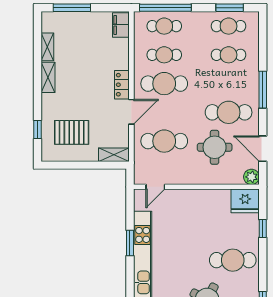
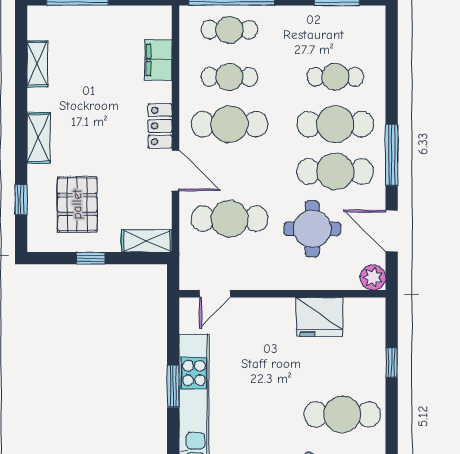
filing cabinet: (121, 25) -> (158, 60), moved
cafe table: (229, 26) -> (335, 124), moved, width x1.37, depth x1.35
shelving: (48, 77) -> (38, 138), moved
window: (263, 90) -> (392, 155), moved
door: (131, 112) -> (175, 170), hinge flipped
pallet: (72, 132) -> (77, 204), turned 90
window: (80, 165) -> (90, 258), added
fridge: (245, 201) -> (320, 317), moved

